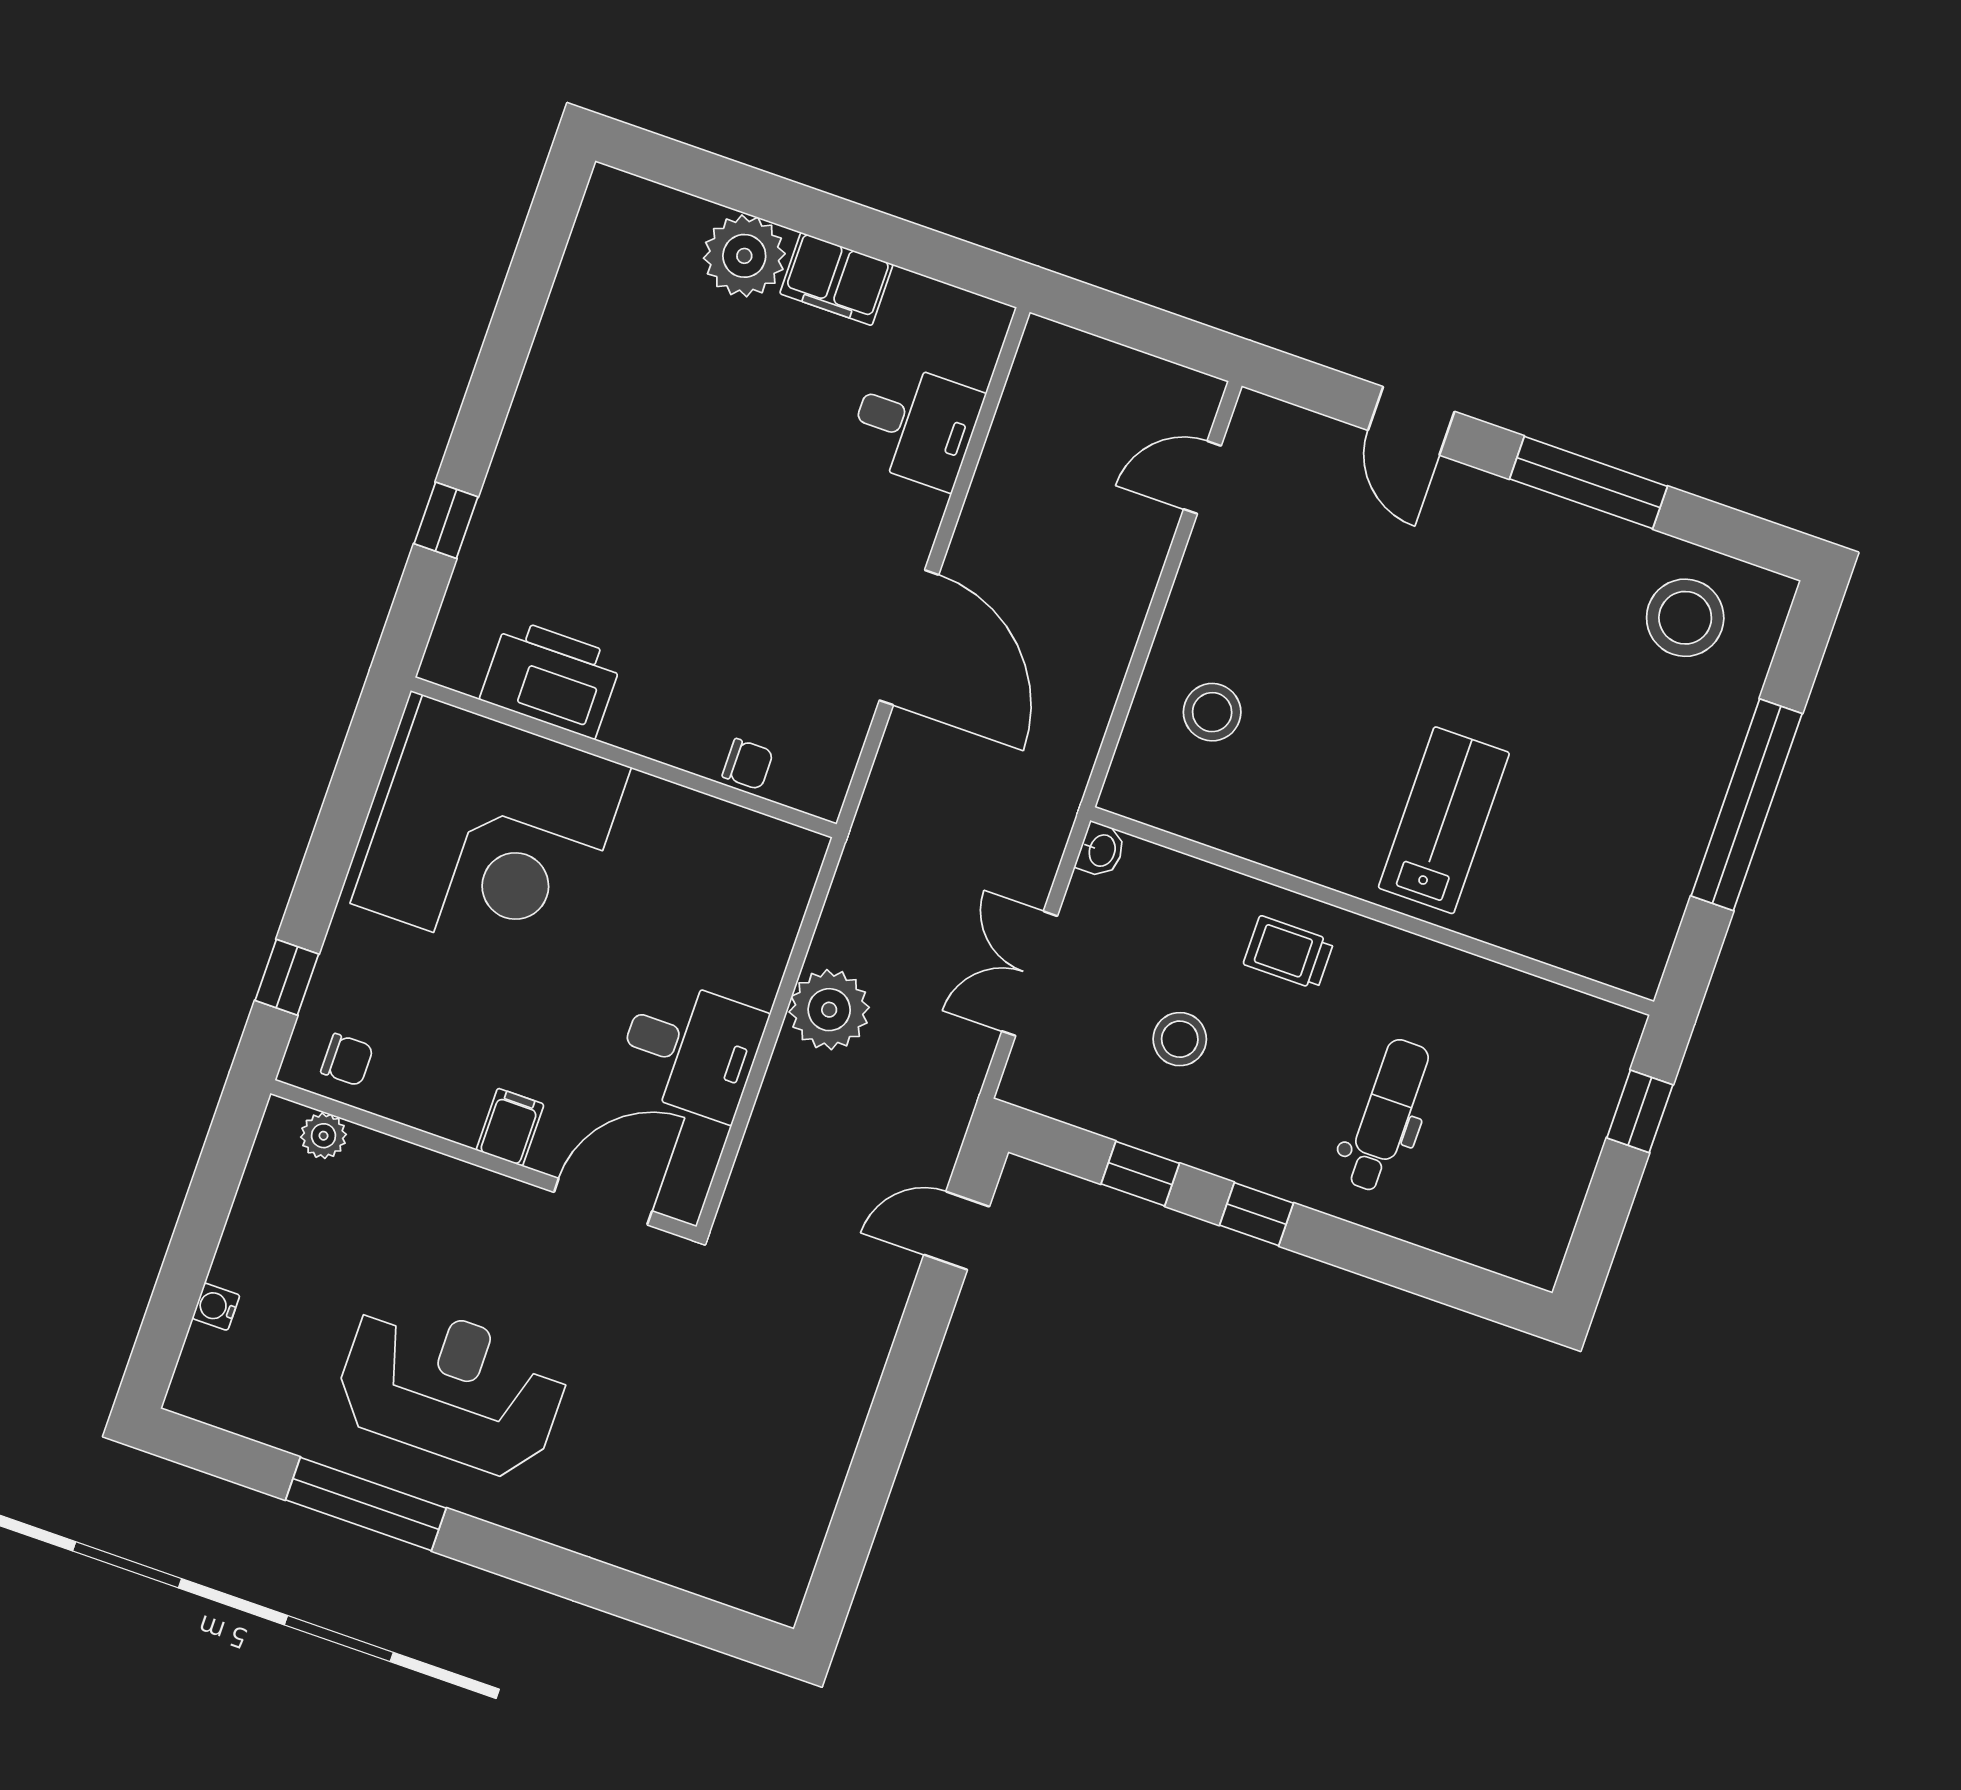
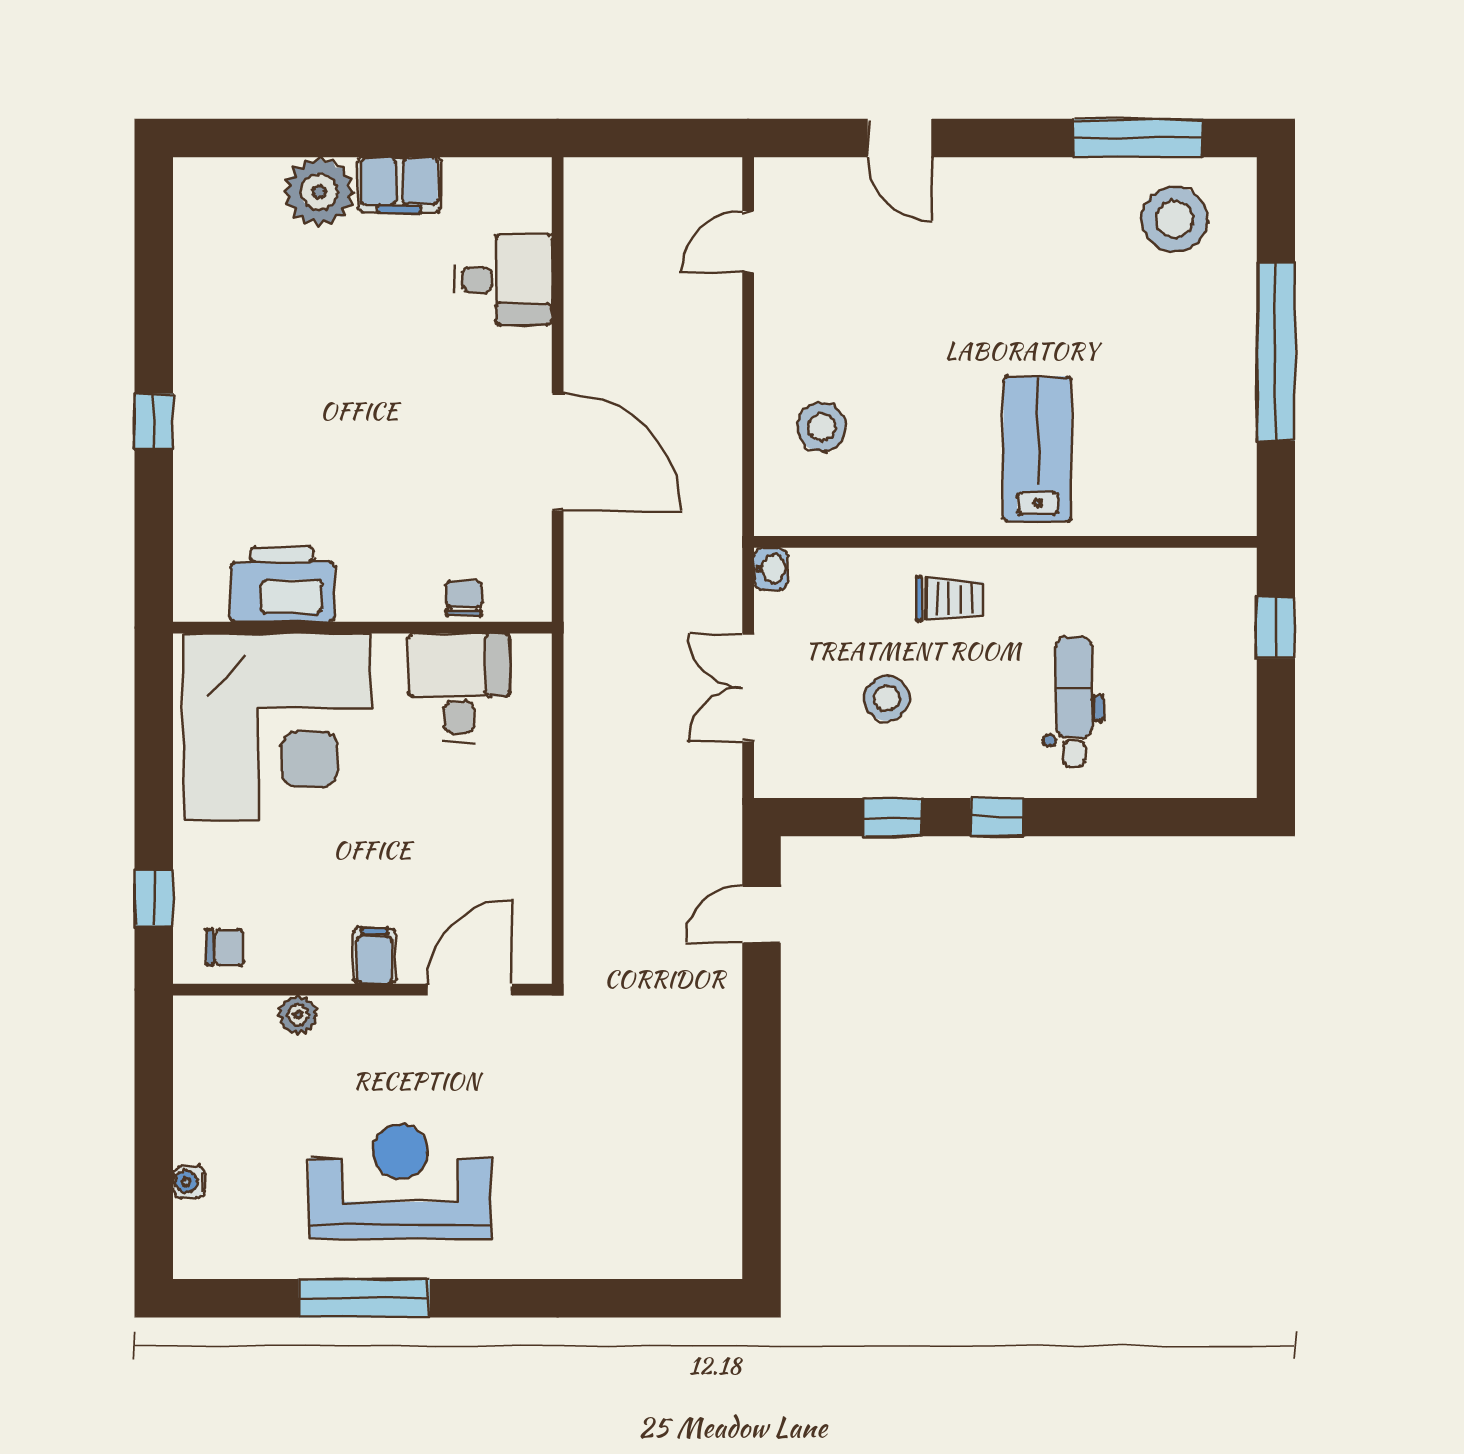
window: (1589, 483) -> (1138, 138), moved
window: (446, 520) -> (154, 421), moved
chair: (748, 764) -> (464, 598), turned -90
trolley: (1289, 953) -> (950, 599), turned 180
plant: (829, 1010) -> (598, 773), removed
desk: (691, 1049) -> (459, 688), moved, turned -90
plant: (324, 1136) -> (298, 1015), moved

